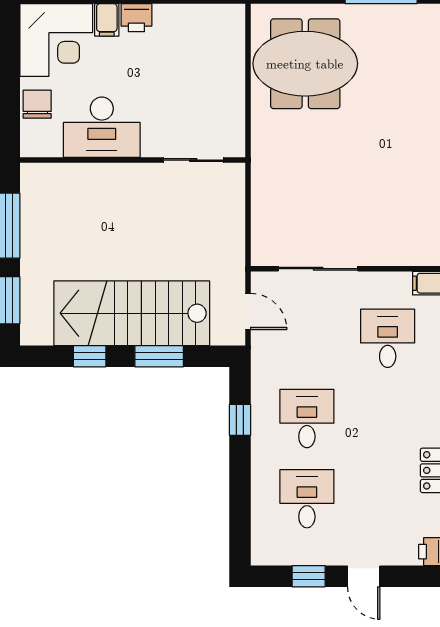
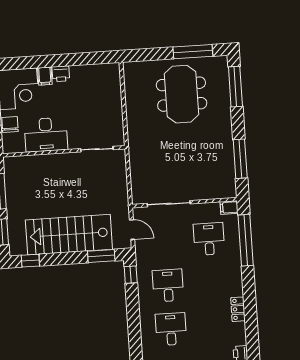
meeting table: (305, 64) -> (182, 94), moved, turned 90
window: (90, 356) -> (30, 261), moved
window: (159, 356) -> (101, 256), moved
window: (240, 420) -> (131, 275), moved

